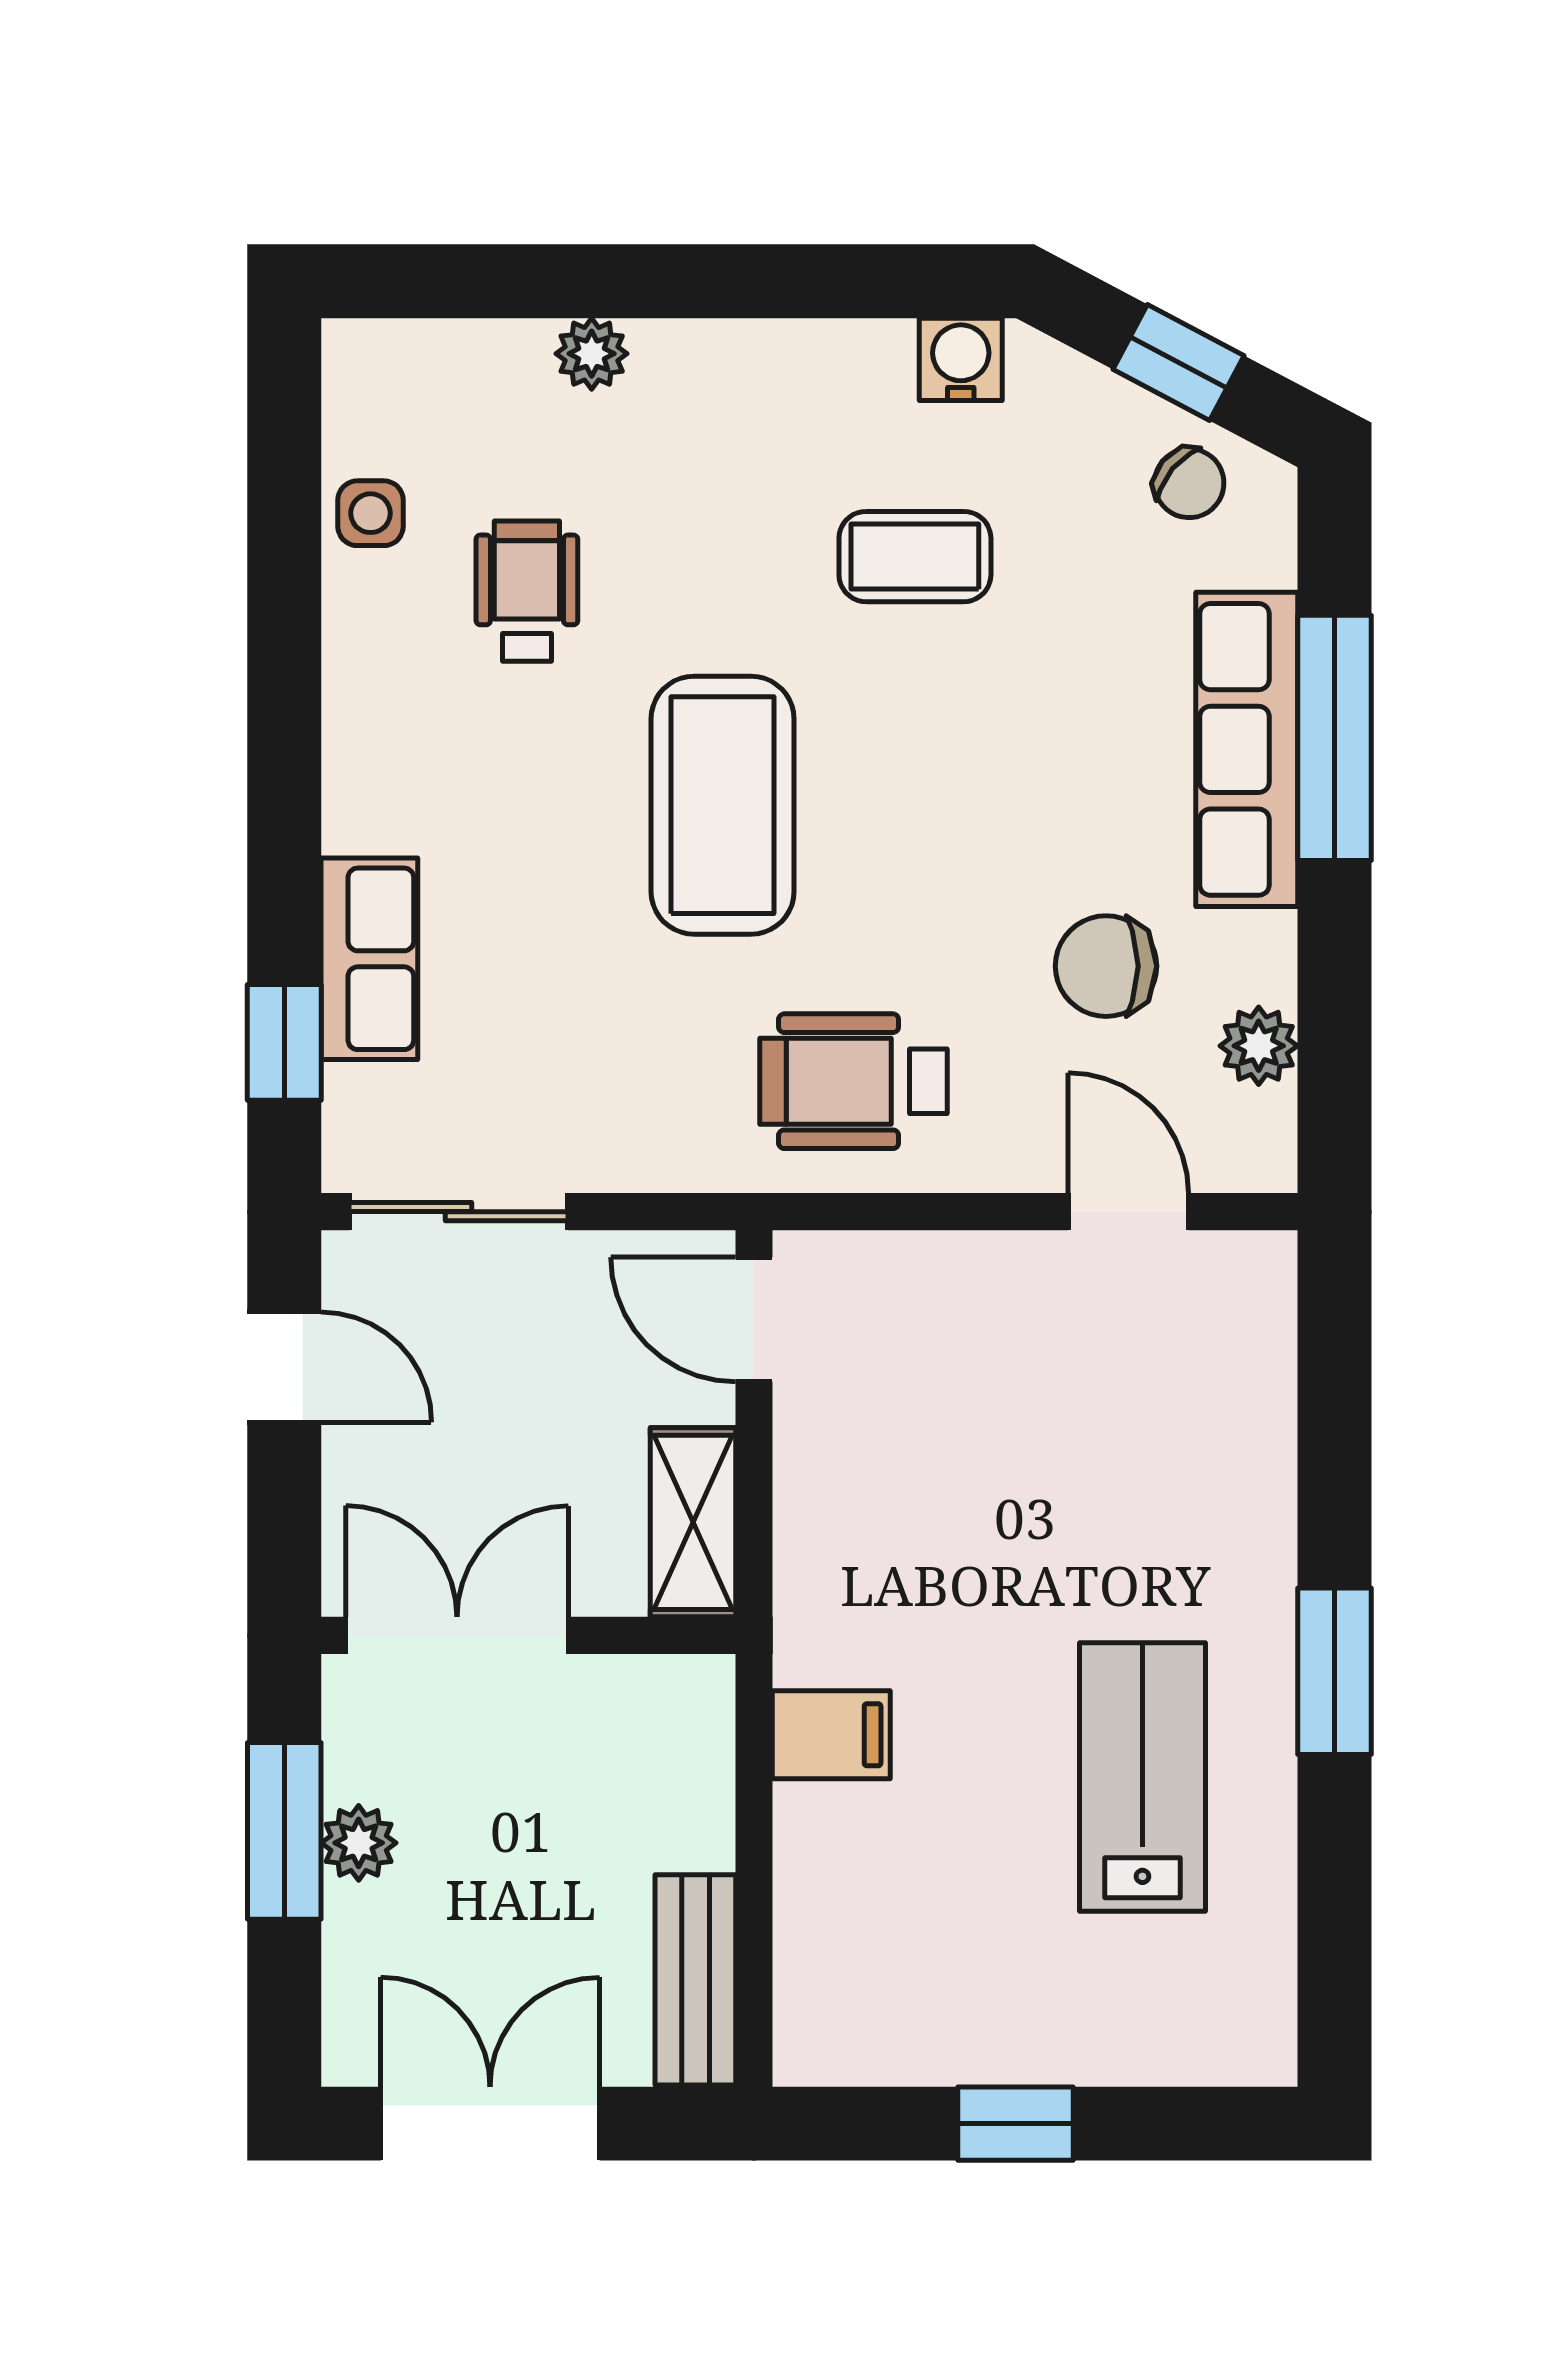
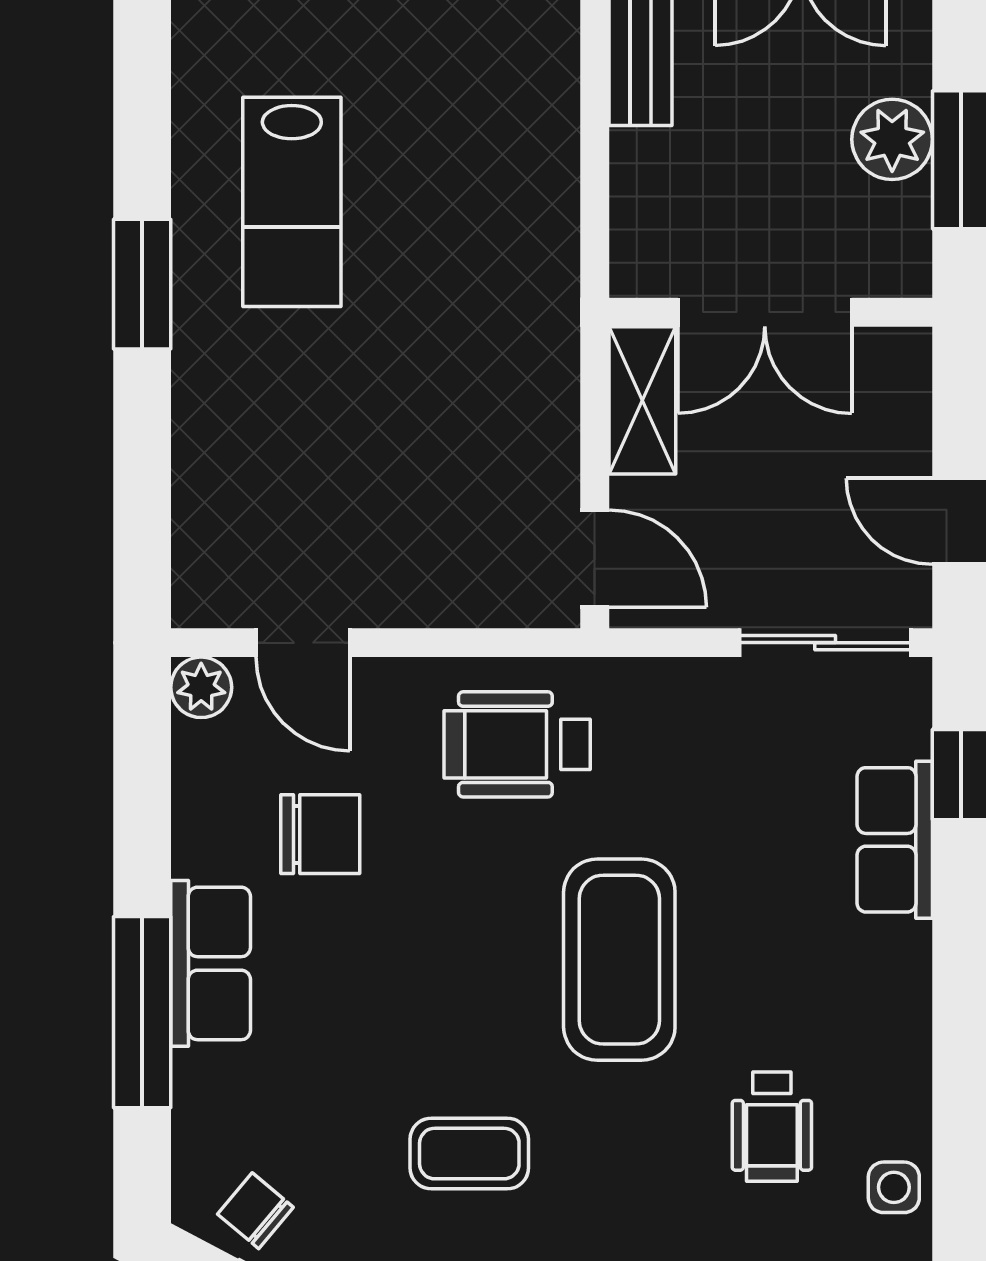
row of seats: (1247, 749) -> (211, 963), width x0.68
plant: (1259, 1046) -> (201, 687), moved
wheelchair: (854, 1081) -> (517, 744), turned 180
double door: (457, 1635) -> (765, 312), moved
filing cabinet: (831, 1735) -> (534, 235), removed
plant: (359, 1843) -> (892, 139), width x1.38, depth x1.38

